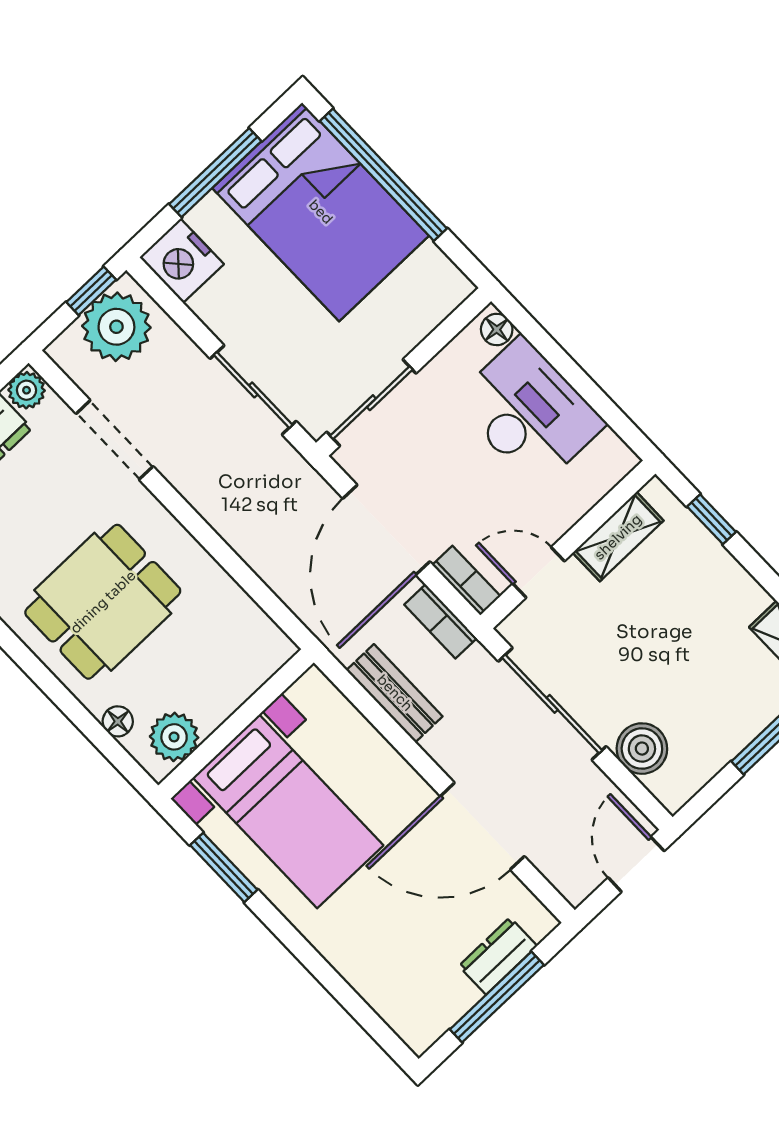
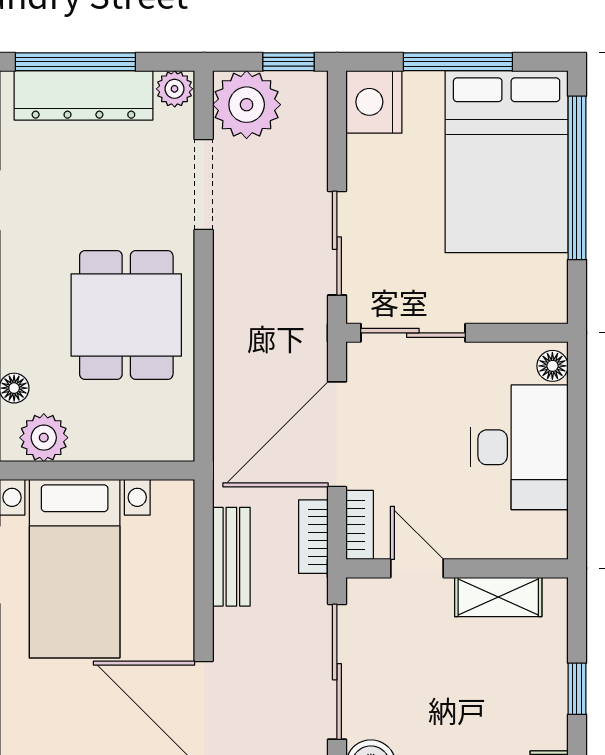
plant: (116, 327) -> (247, 105), moved
window: (712, 519) -> (577, 689), moved
dining table: (103, 602) -> (126, 315), moved, turned 90

